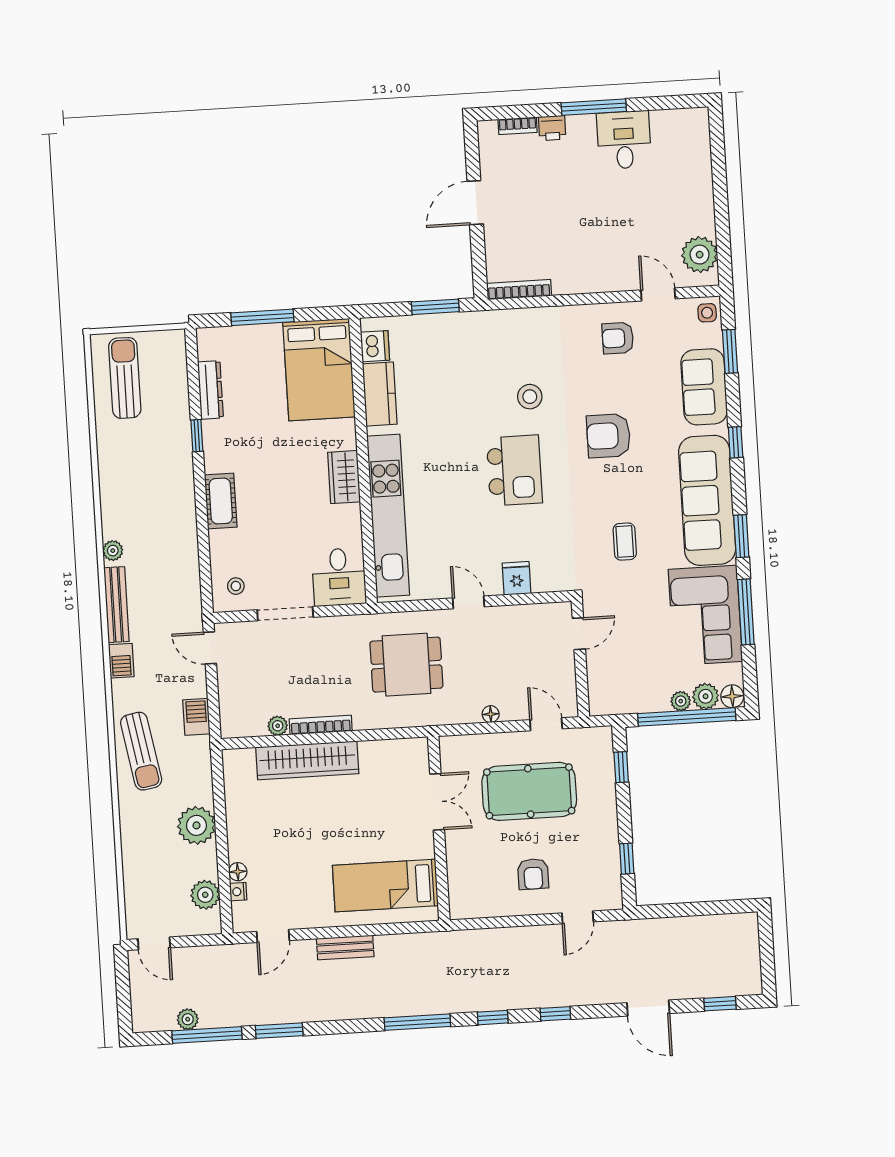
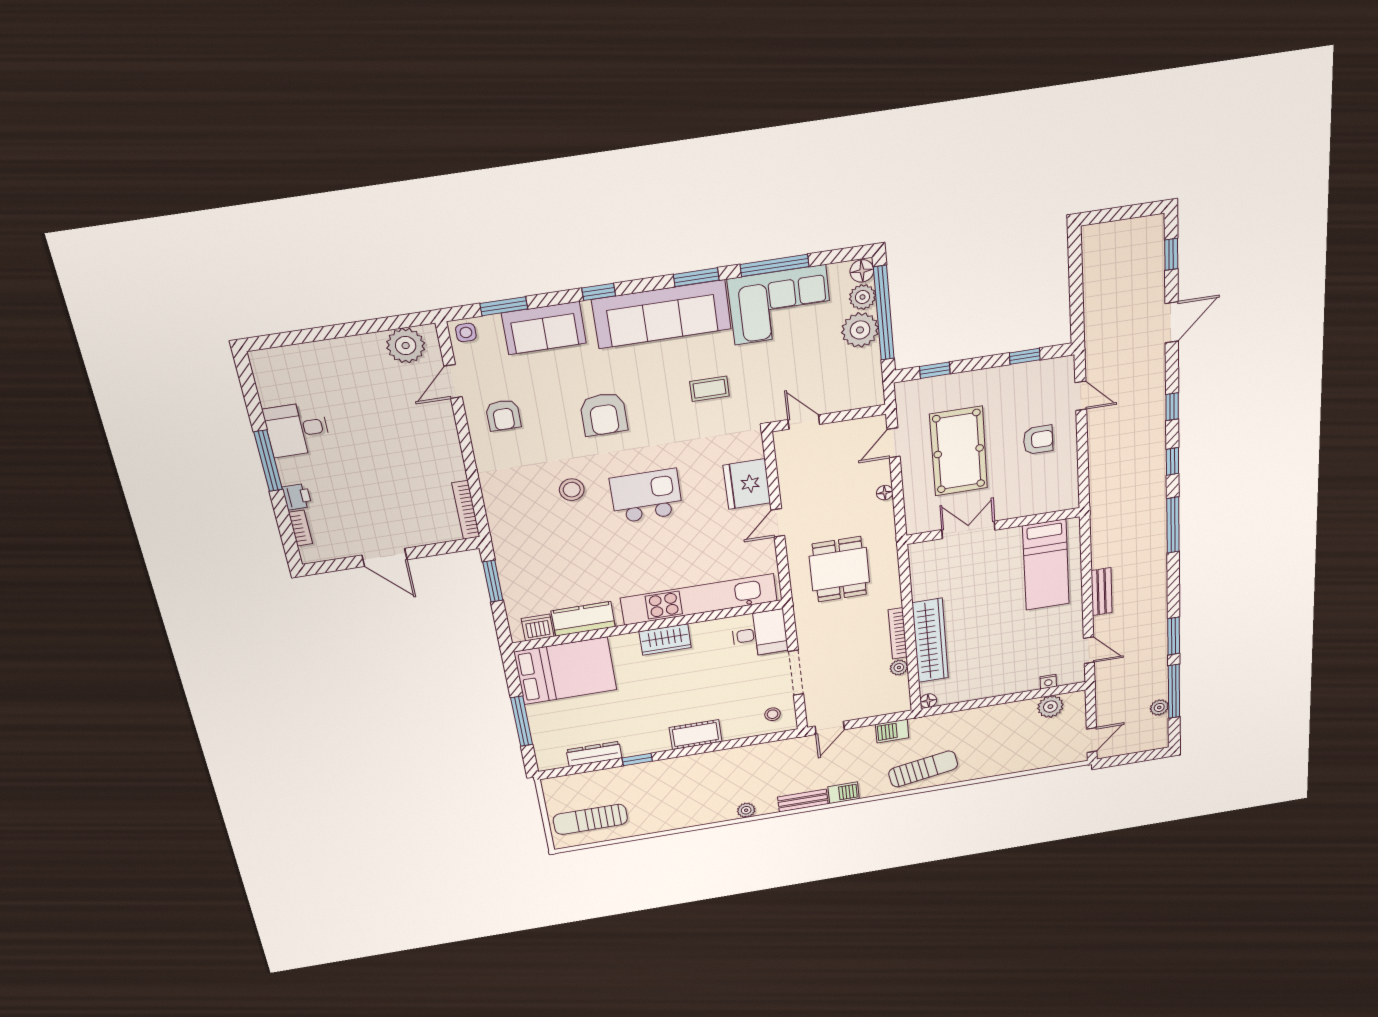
fridge: (517, 578) -> (747, 484), width x1.88, depth x1.34
bench: (116, 605) -> (803, 801), width x0.73
plant: (681, 701) -> (860, 330), width x1.88, depth x1.88
plant: (196, 825) -> (989, 720), removed
floor lamp: (238, 872) -> (928, 701), moved

